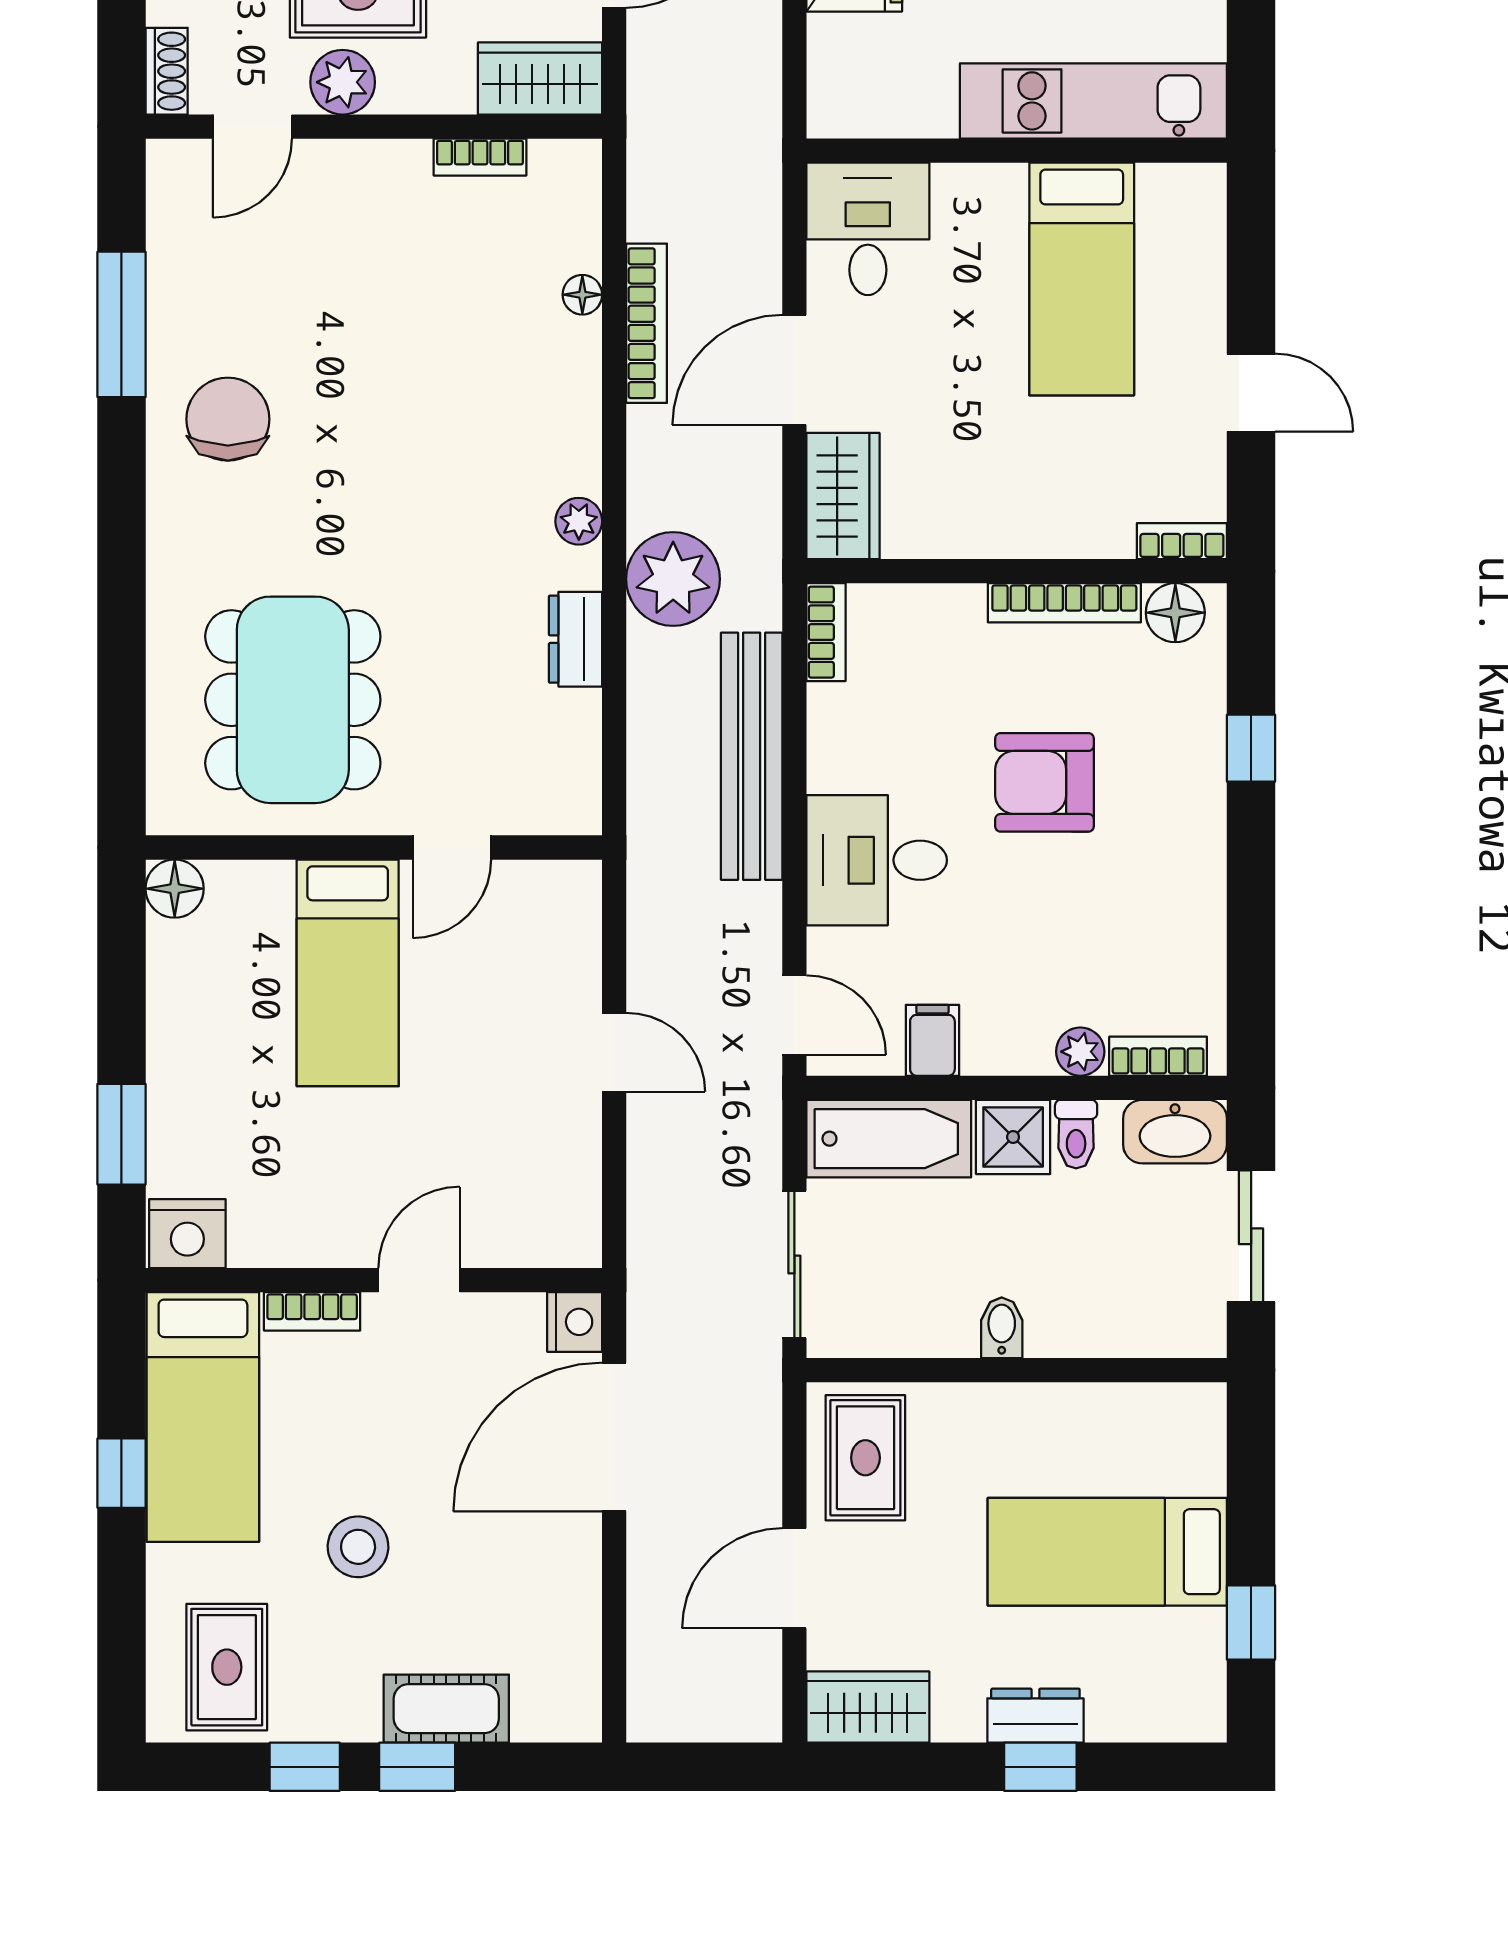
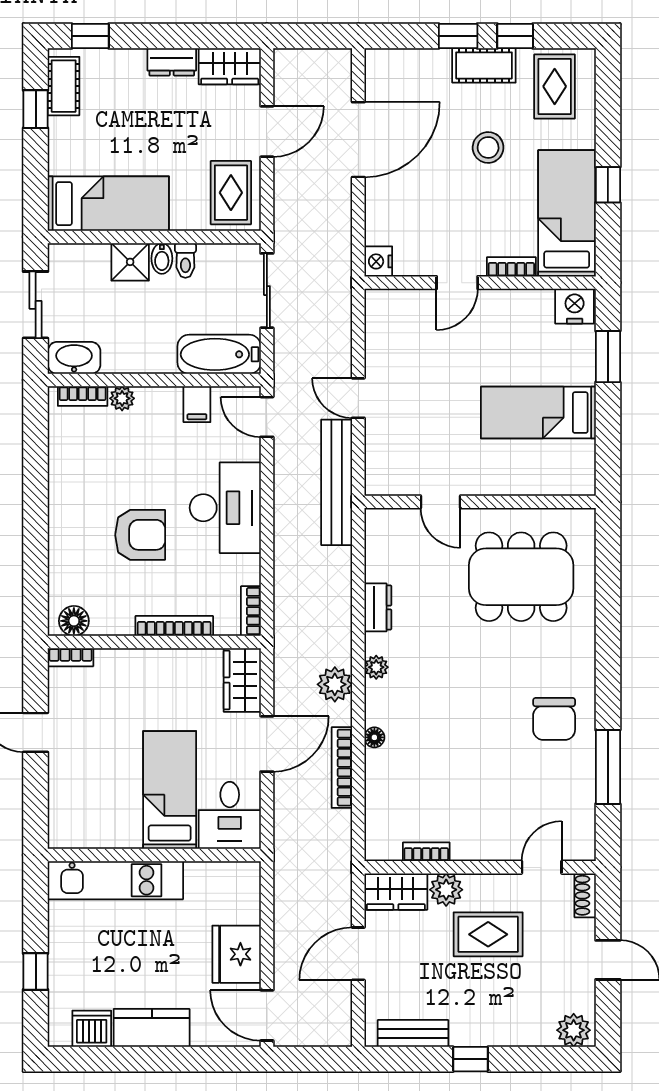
plant: (343, 82) -> (446, 890), moved
bed: (1082, 279) -> (170, 790), moved
floor lamp: (582, 295) -> (374, 737), moved
plant: (673, 579) -> (335, 684), moved, width x0.73, depth x0.73
bookcase: (1064, 603) -> (174, 626), moved
dining table: (293, 700) -> (521, 577), turned 90
window: (1251, 748) -> (36, 552), removed
bench: (752, 756) -> (337, 482), moved
door: (452, 847) -> (440, 502), swing flipped
desk: (877, 860) -> (225, 508), width x1.37
floor lamp: (175, 889) -> (581, 481), removed
bed: (348, 973) -> (538, 413), moved, turned -90
toilet: (1076, 1134) -> (185, 260), moved, turned 180
shower: (1013, 1137) -> (130, 262), moved
door: (614, 1437) -> (358, 140), moved
bed: (1107, 1552) -> (108, 204), moved
cot: (1196, 1668) -> (64, 86), added
cot: (446, 1709) -> (484, 65), moved
dresser: (1035, 1716) -> (172, 62), moved
window: (1040, 1767) -> (90, 36), moved

